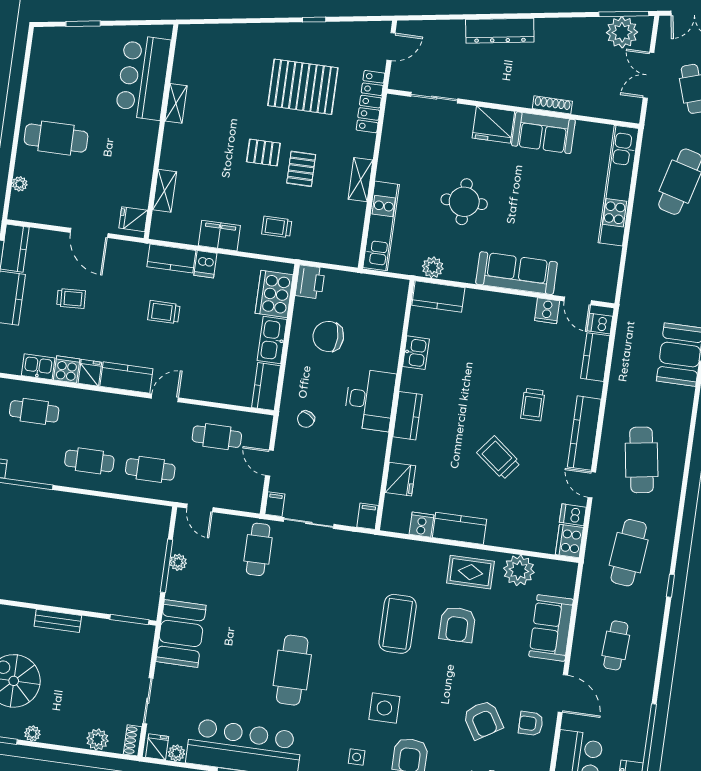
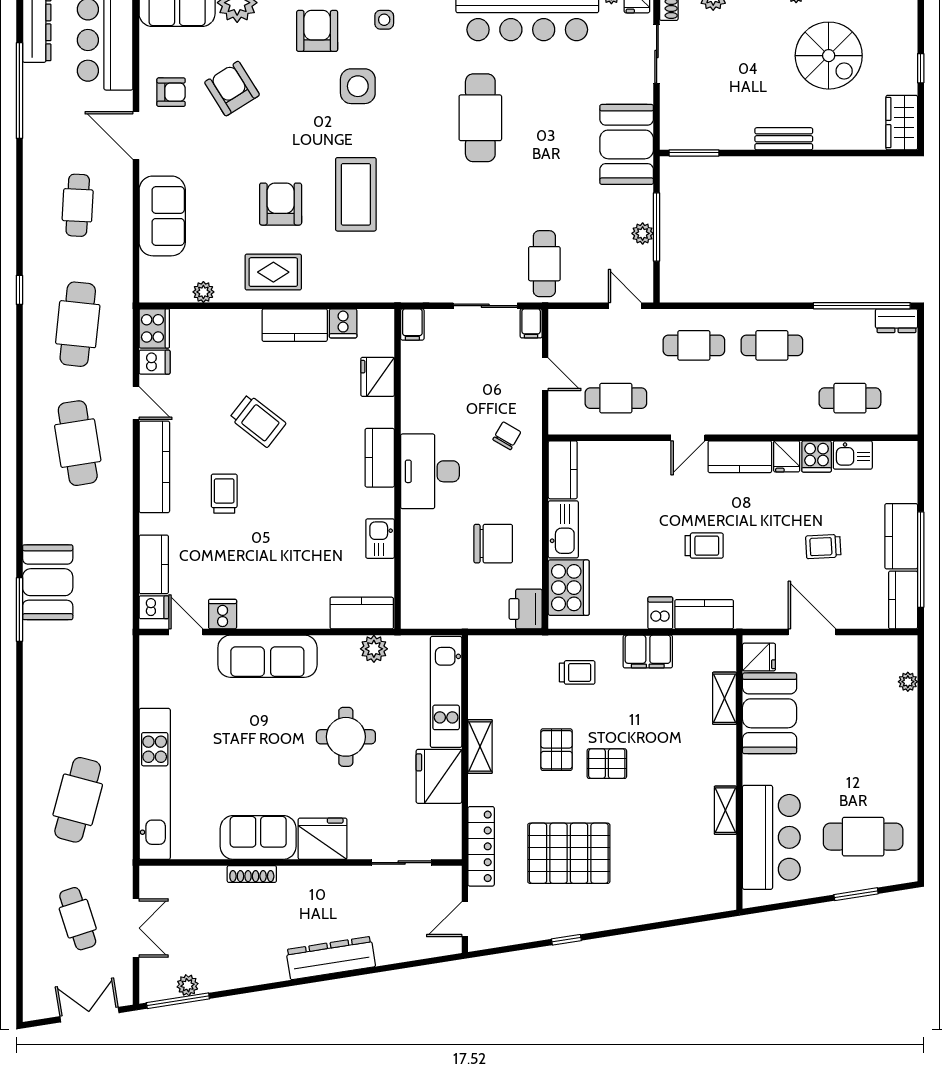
plant: (622, 32) -> (188, 985), width x0.53, depth x0.53
cafe table: (56, 138) -> (863, 837), moved
fridge: (396, 161) -> (439, 776), added
booth: (131, 174) -> (770, 713), added
plant: (519, 570) -> (203, 292), width x0.53, depth x0.53

